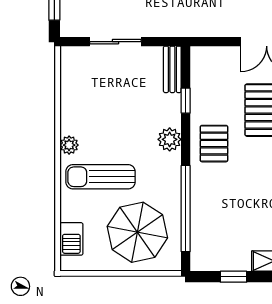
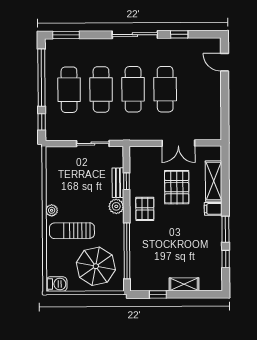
sliding door: (115, 42) -> (93, 144), moved
bench: (172, 69) -> (118, 183), moved
barbecue: (71, 239) -> (57, 284), moved, turned -90

